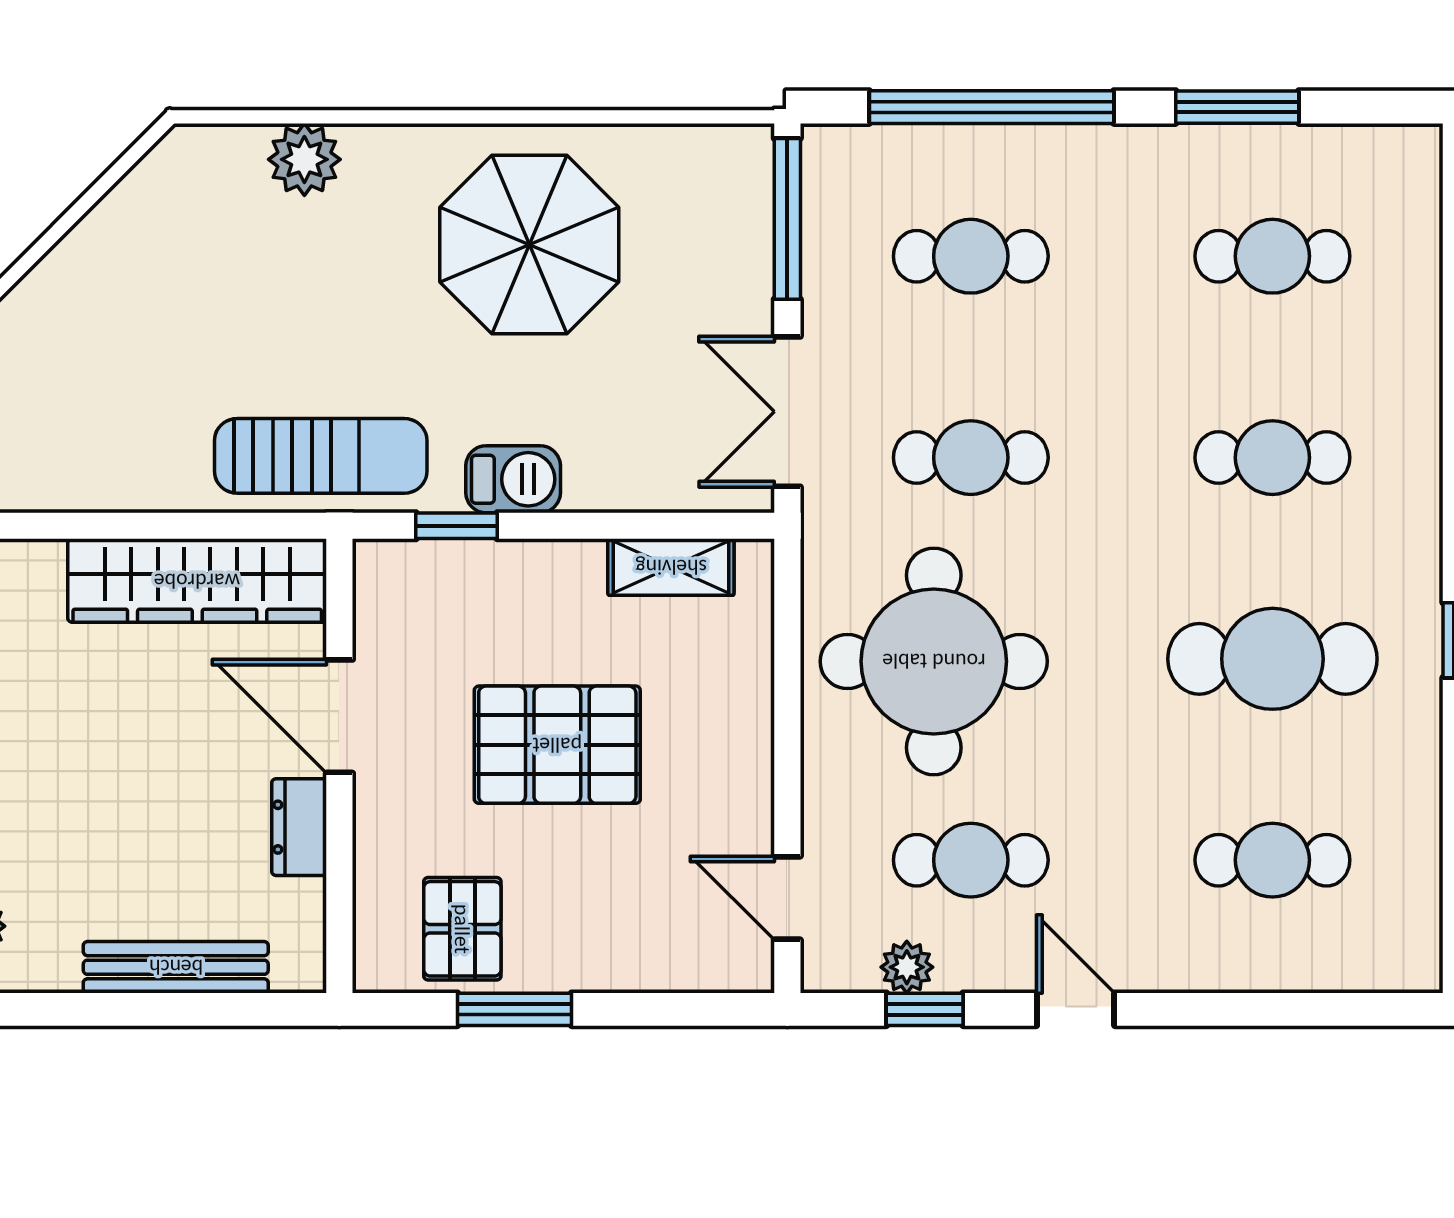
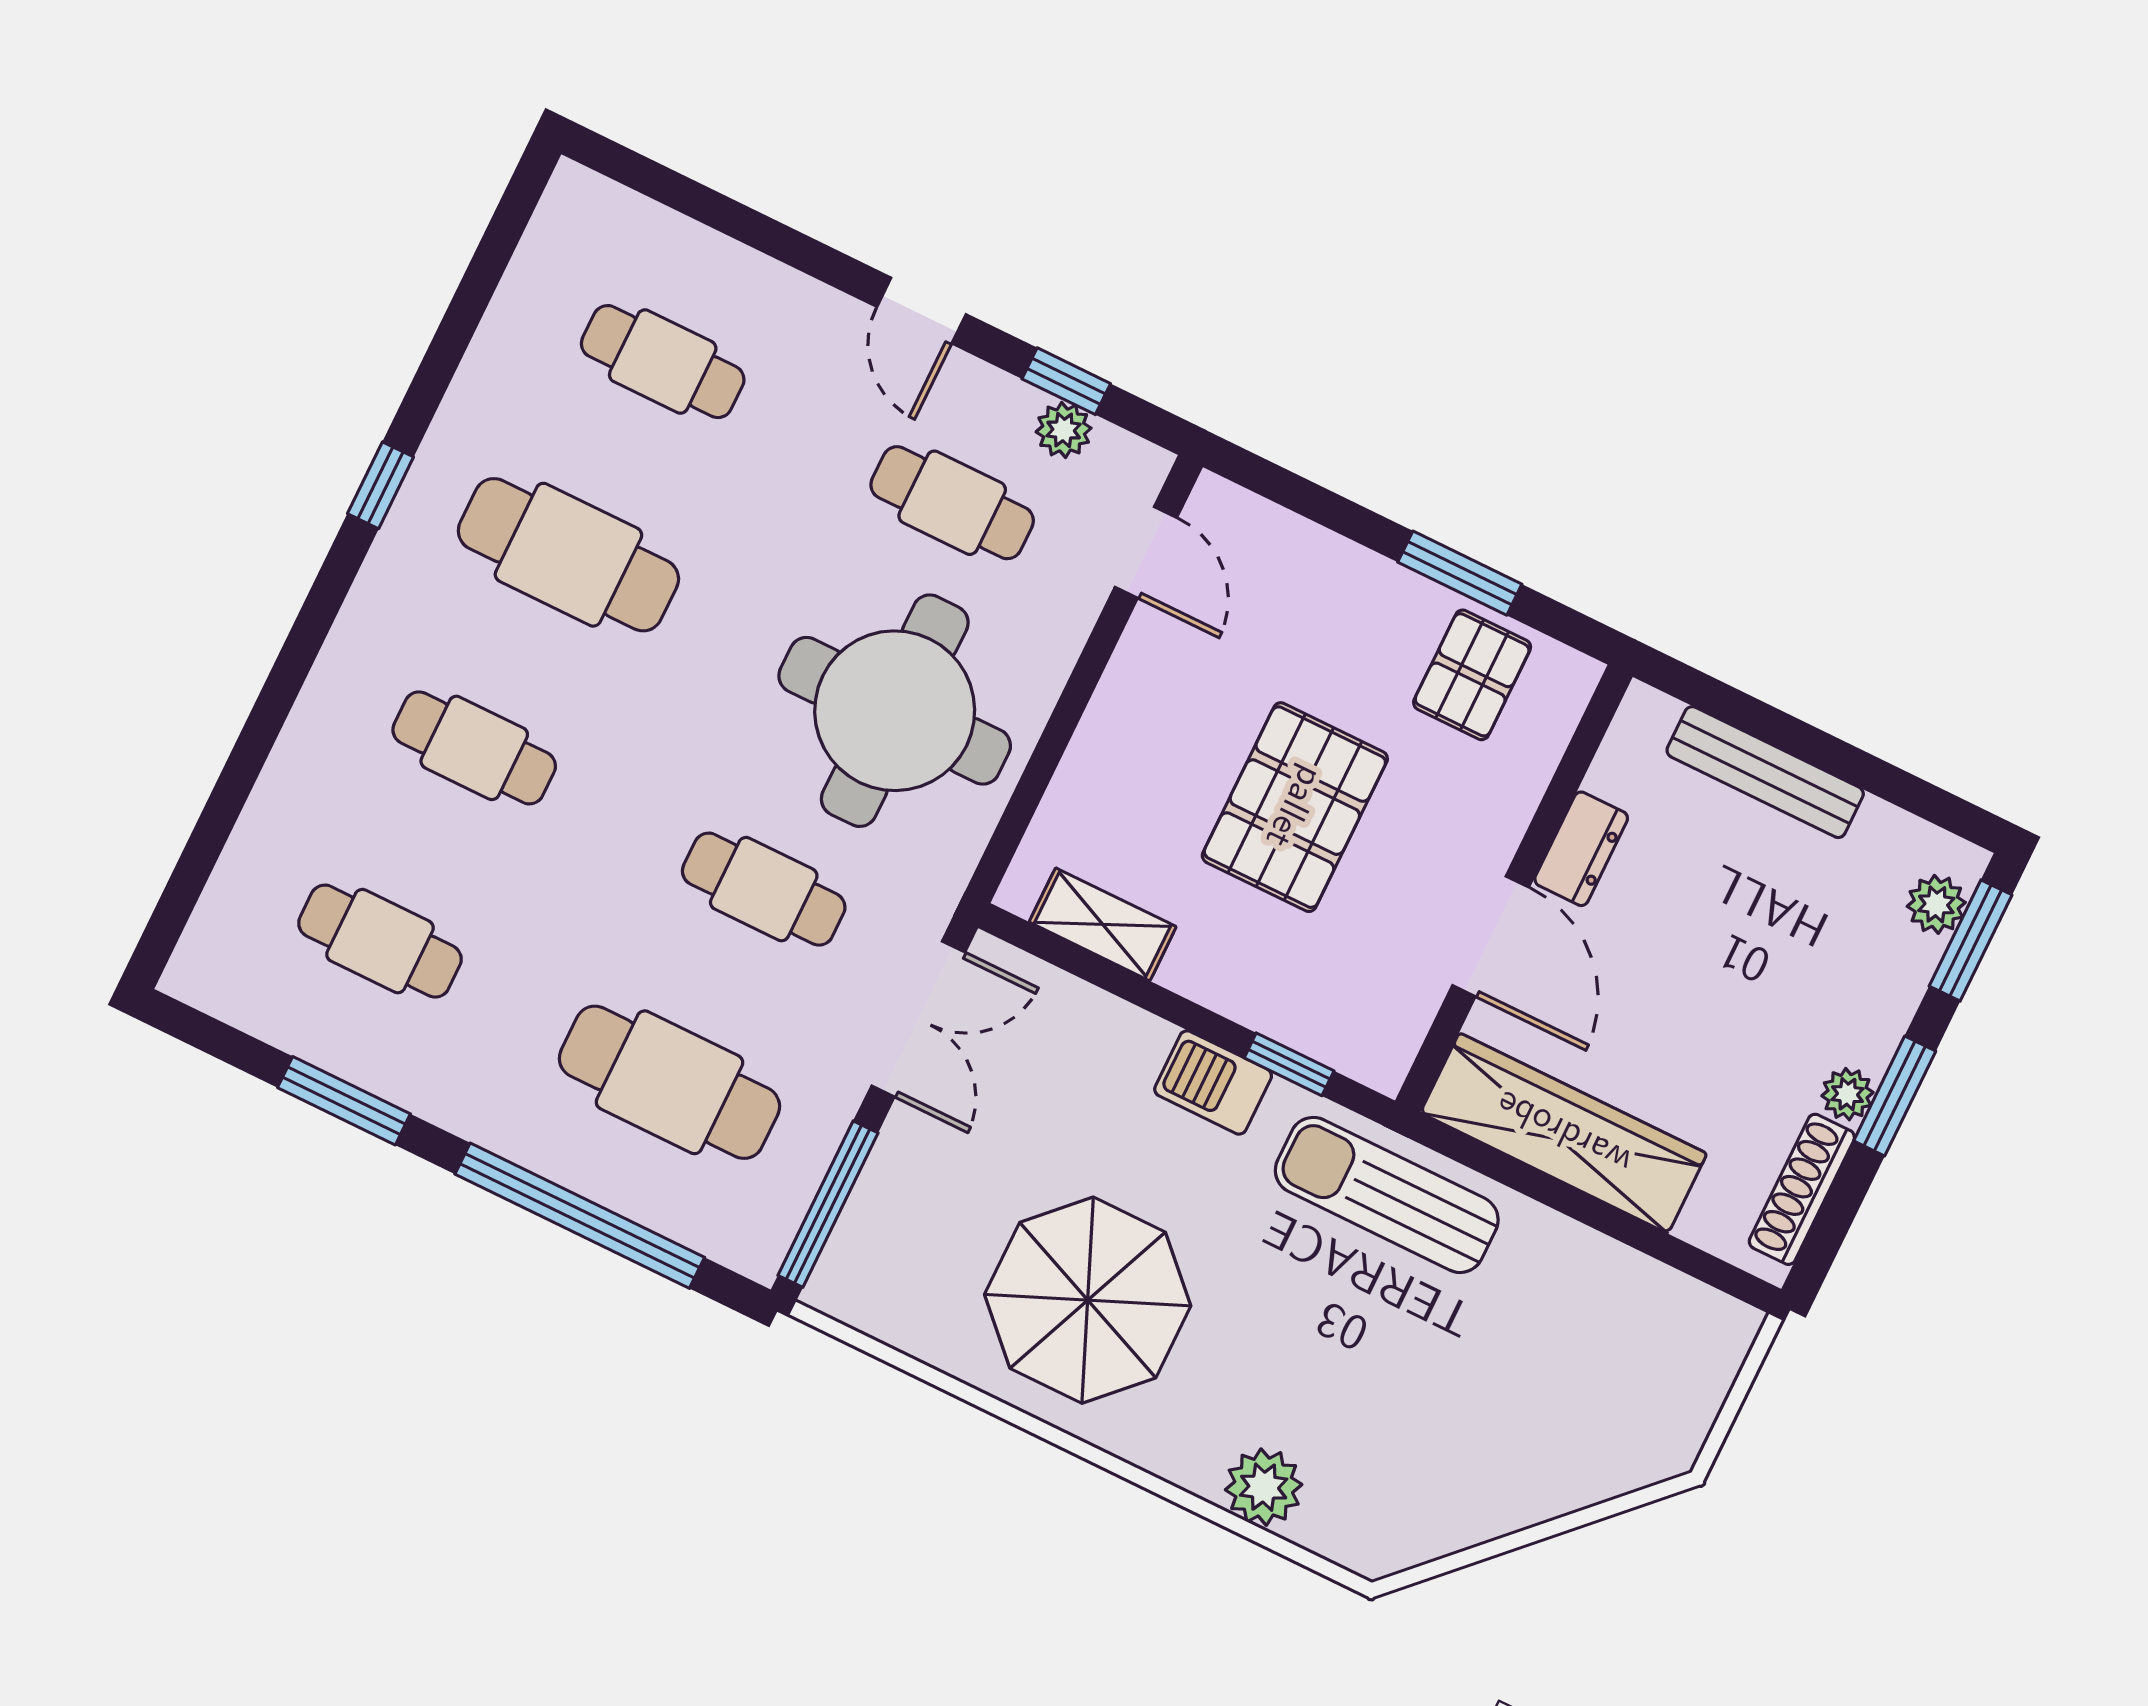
cafe table: (971, 256) -> (669, 1082), width x1.37, depth x1.35
pallet: (557, 745) -> (1295, 807), turned 90

